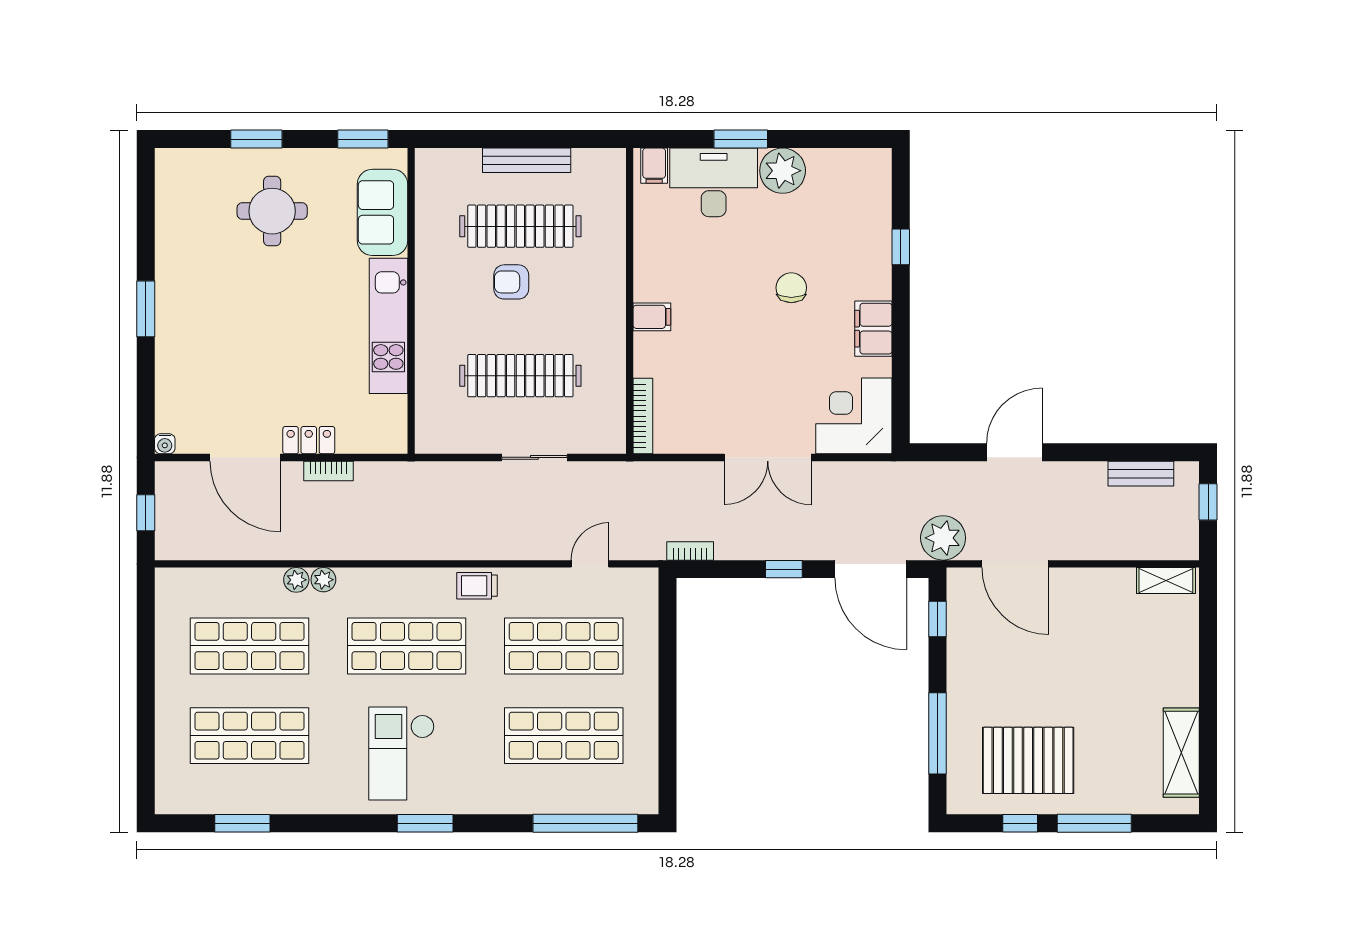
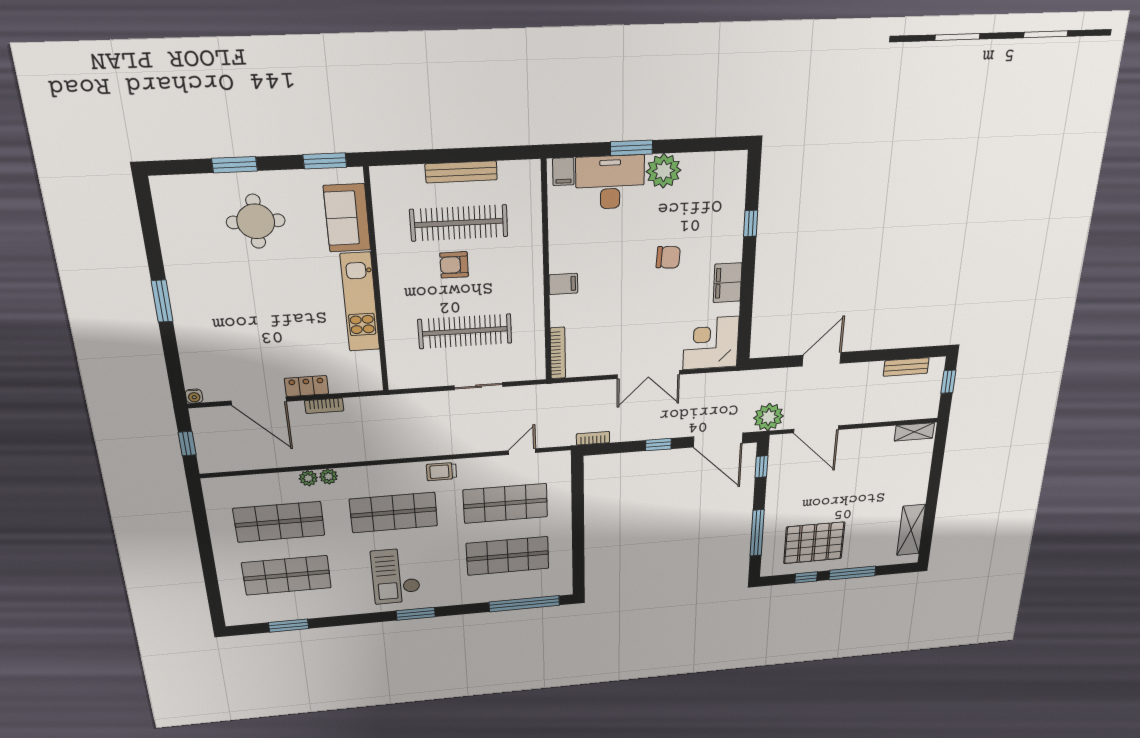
chair: (791, 288) -> (668, 257), turned 94

